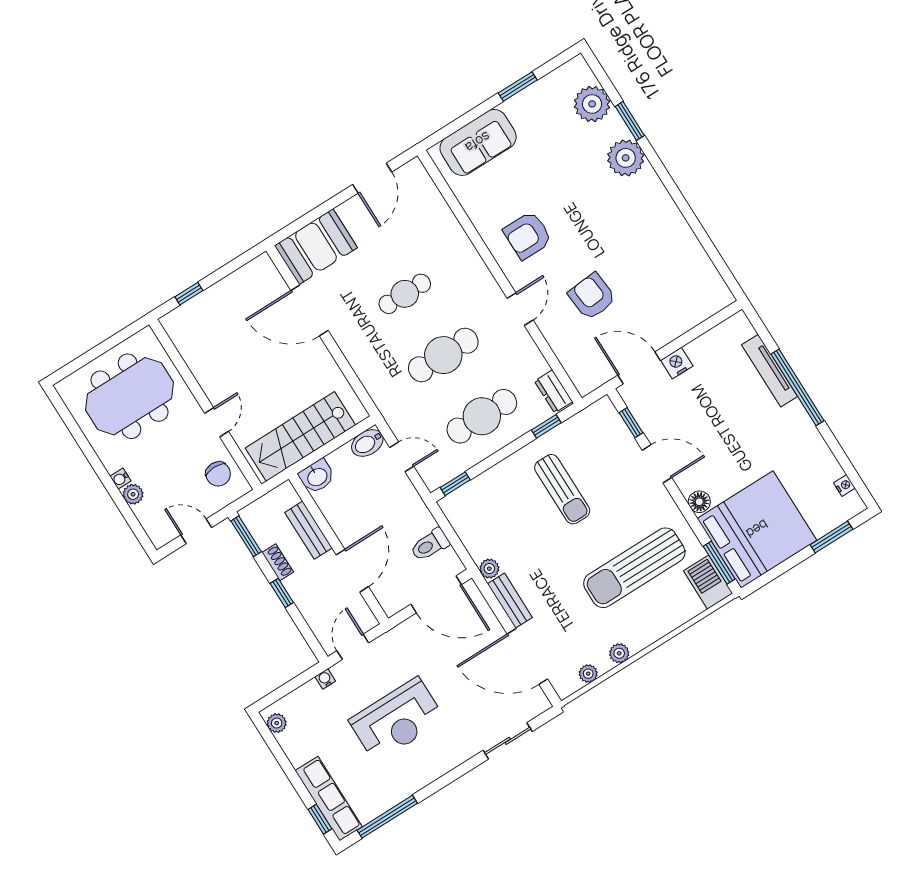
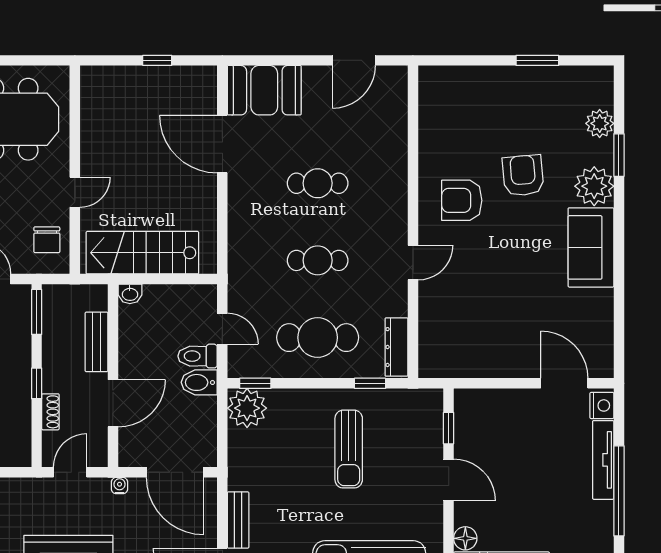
plant: (592, 104) -> (600, 123), width x0.73, depth x0.73
sofa: (478, 142) -> (591, 247), moved, turned 90
window: (189, 294) -> (157, 60), moved
armchair: (592, 296) -> (523, 175), moved
cafe table: (443, 355) -> (318, 260), width x0.73, depth x0.74
nightstand: (677, 363) -> (602, 405), moved, turned 90
door: (639, 368) -> (564, 383), moved
dresser: (554, 391) -> (396, 347), width x1.44
bidet: (367, 443) -> (199, 382), moved
washbasin: (317, 476) -> (130, 294), width x0.72, depth x0.69
toilet: (430, 545) -> (198, 356), moved
shoe rack: (278, 562) -> (50, 412), moved
plant: (489, 569) -> (247, 408), moved, width x1.88, depth x1.88
water cooler: (325, 679) -> (120, 486), moved

